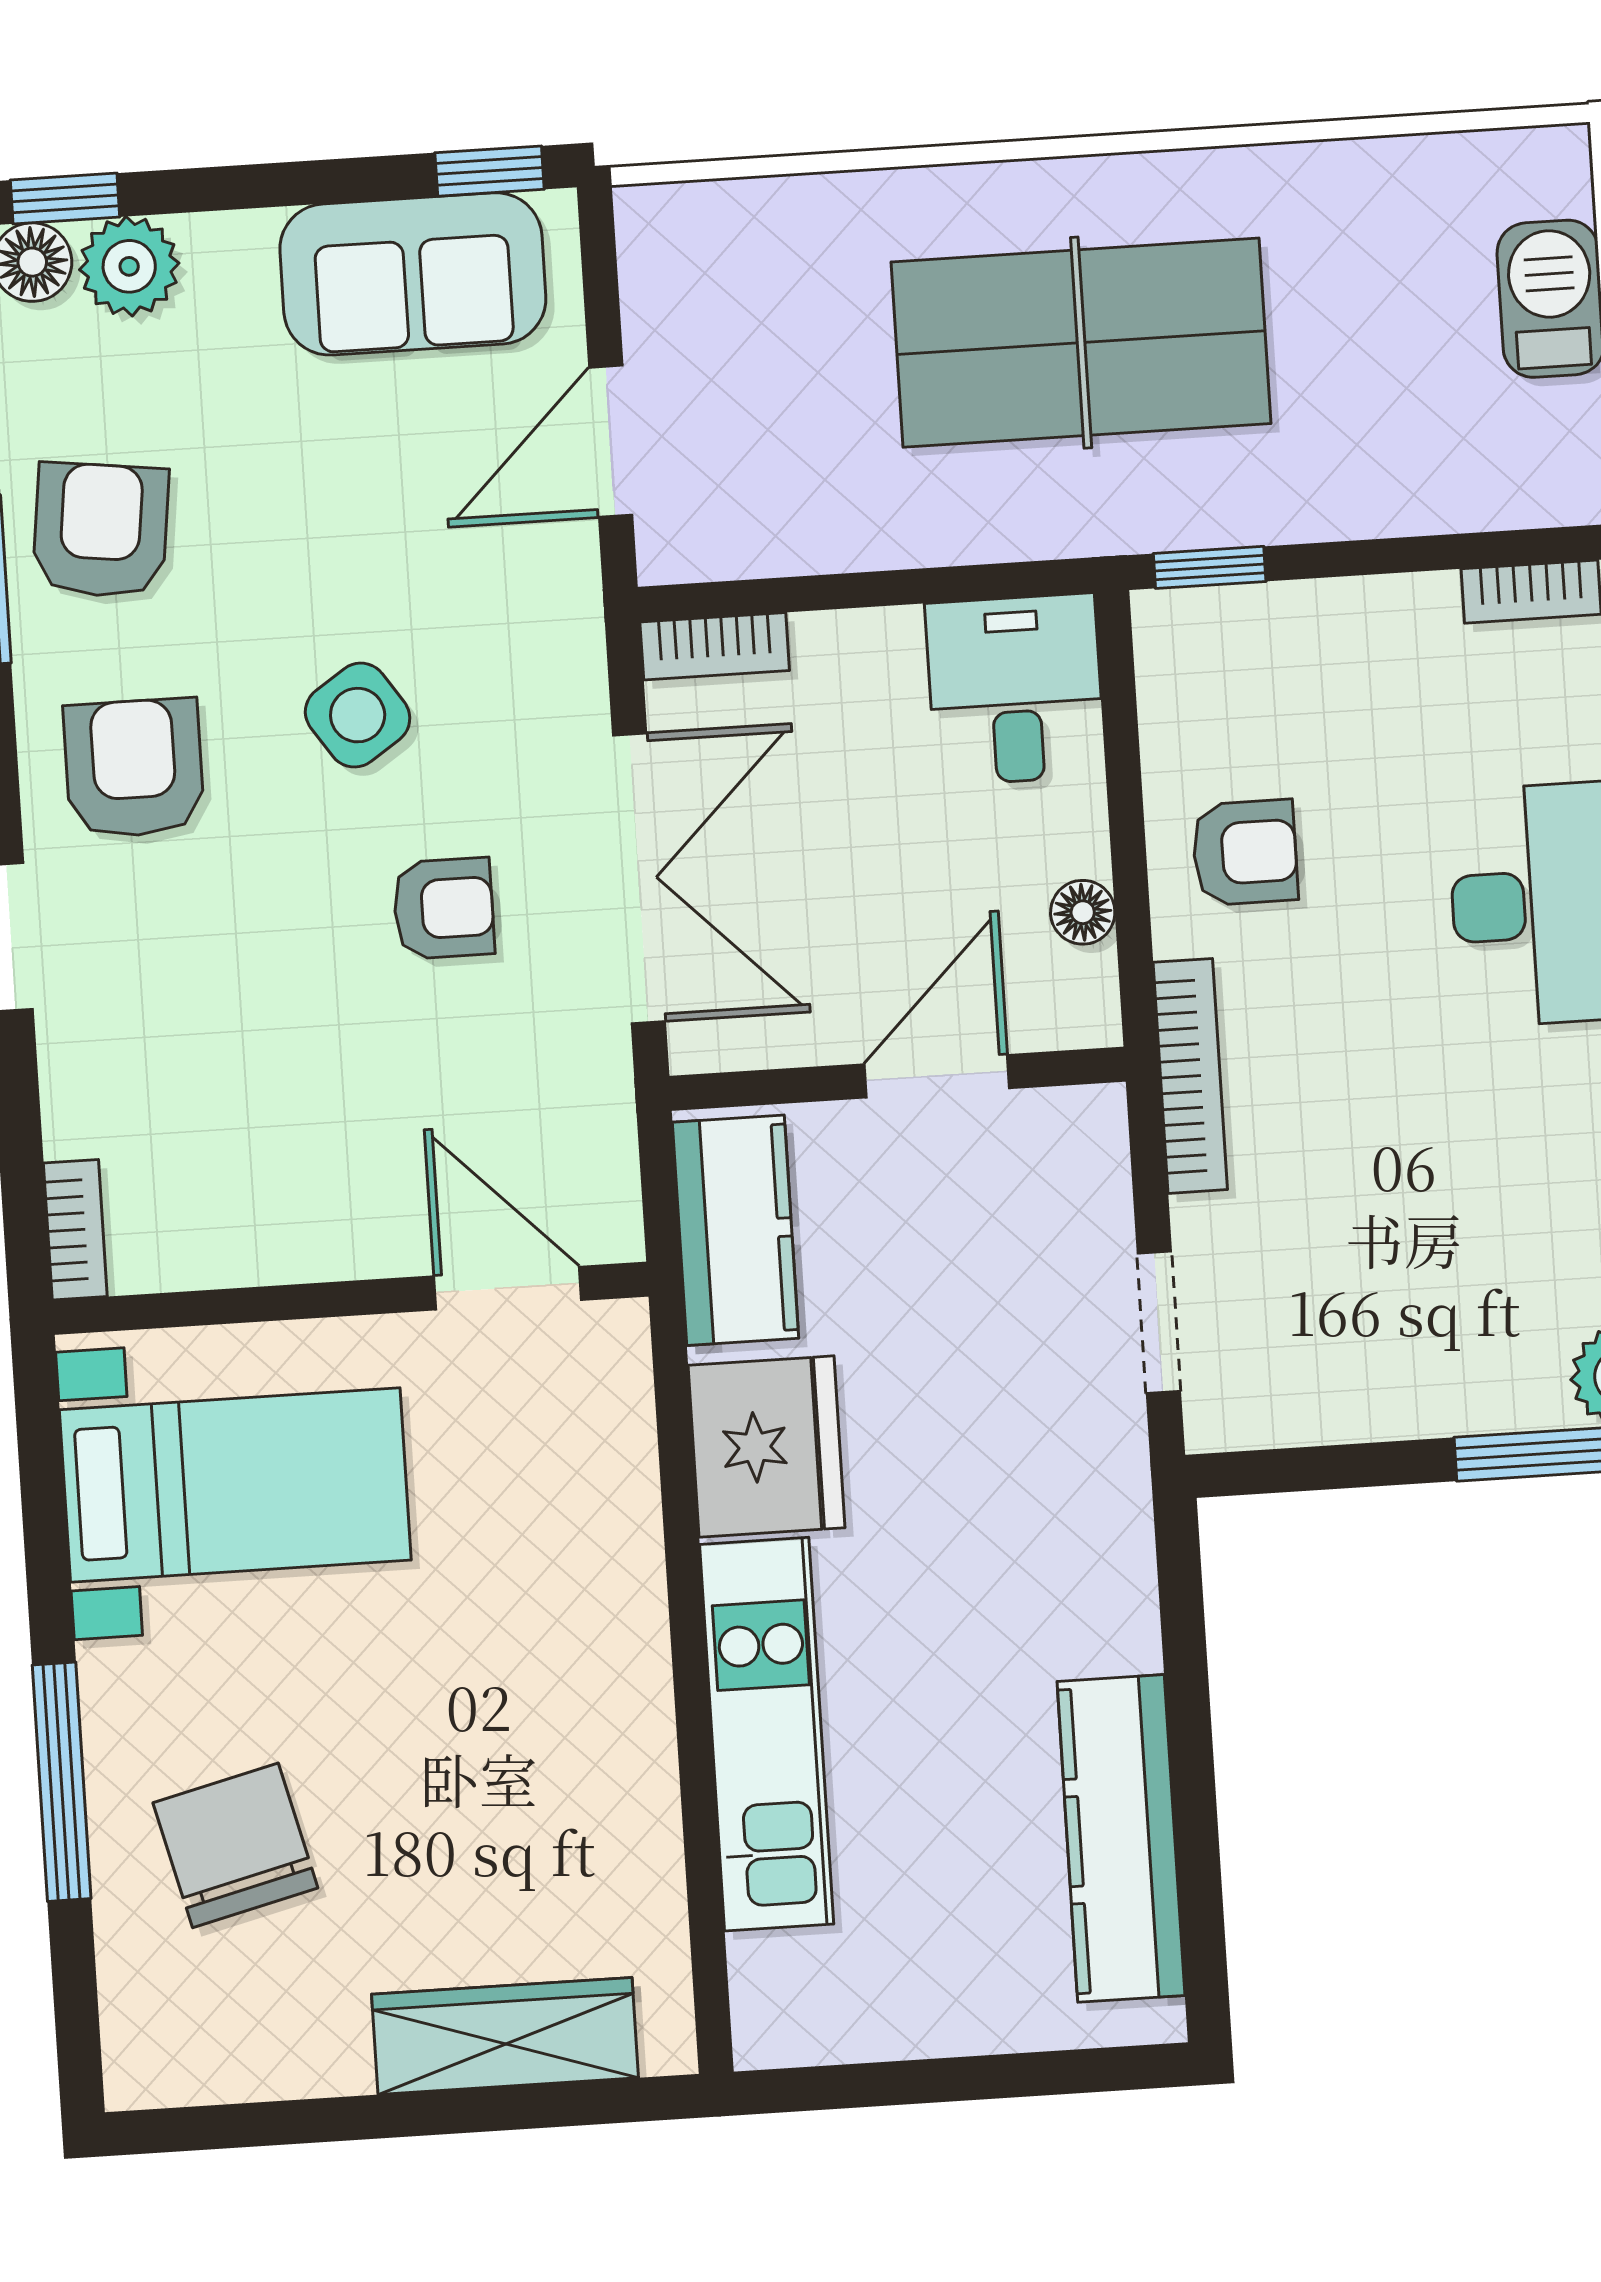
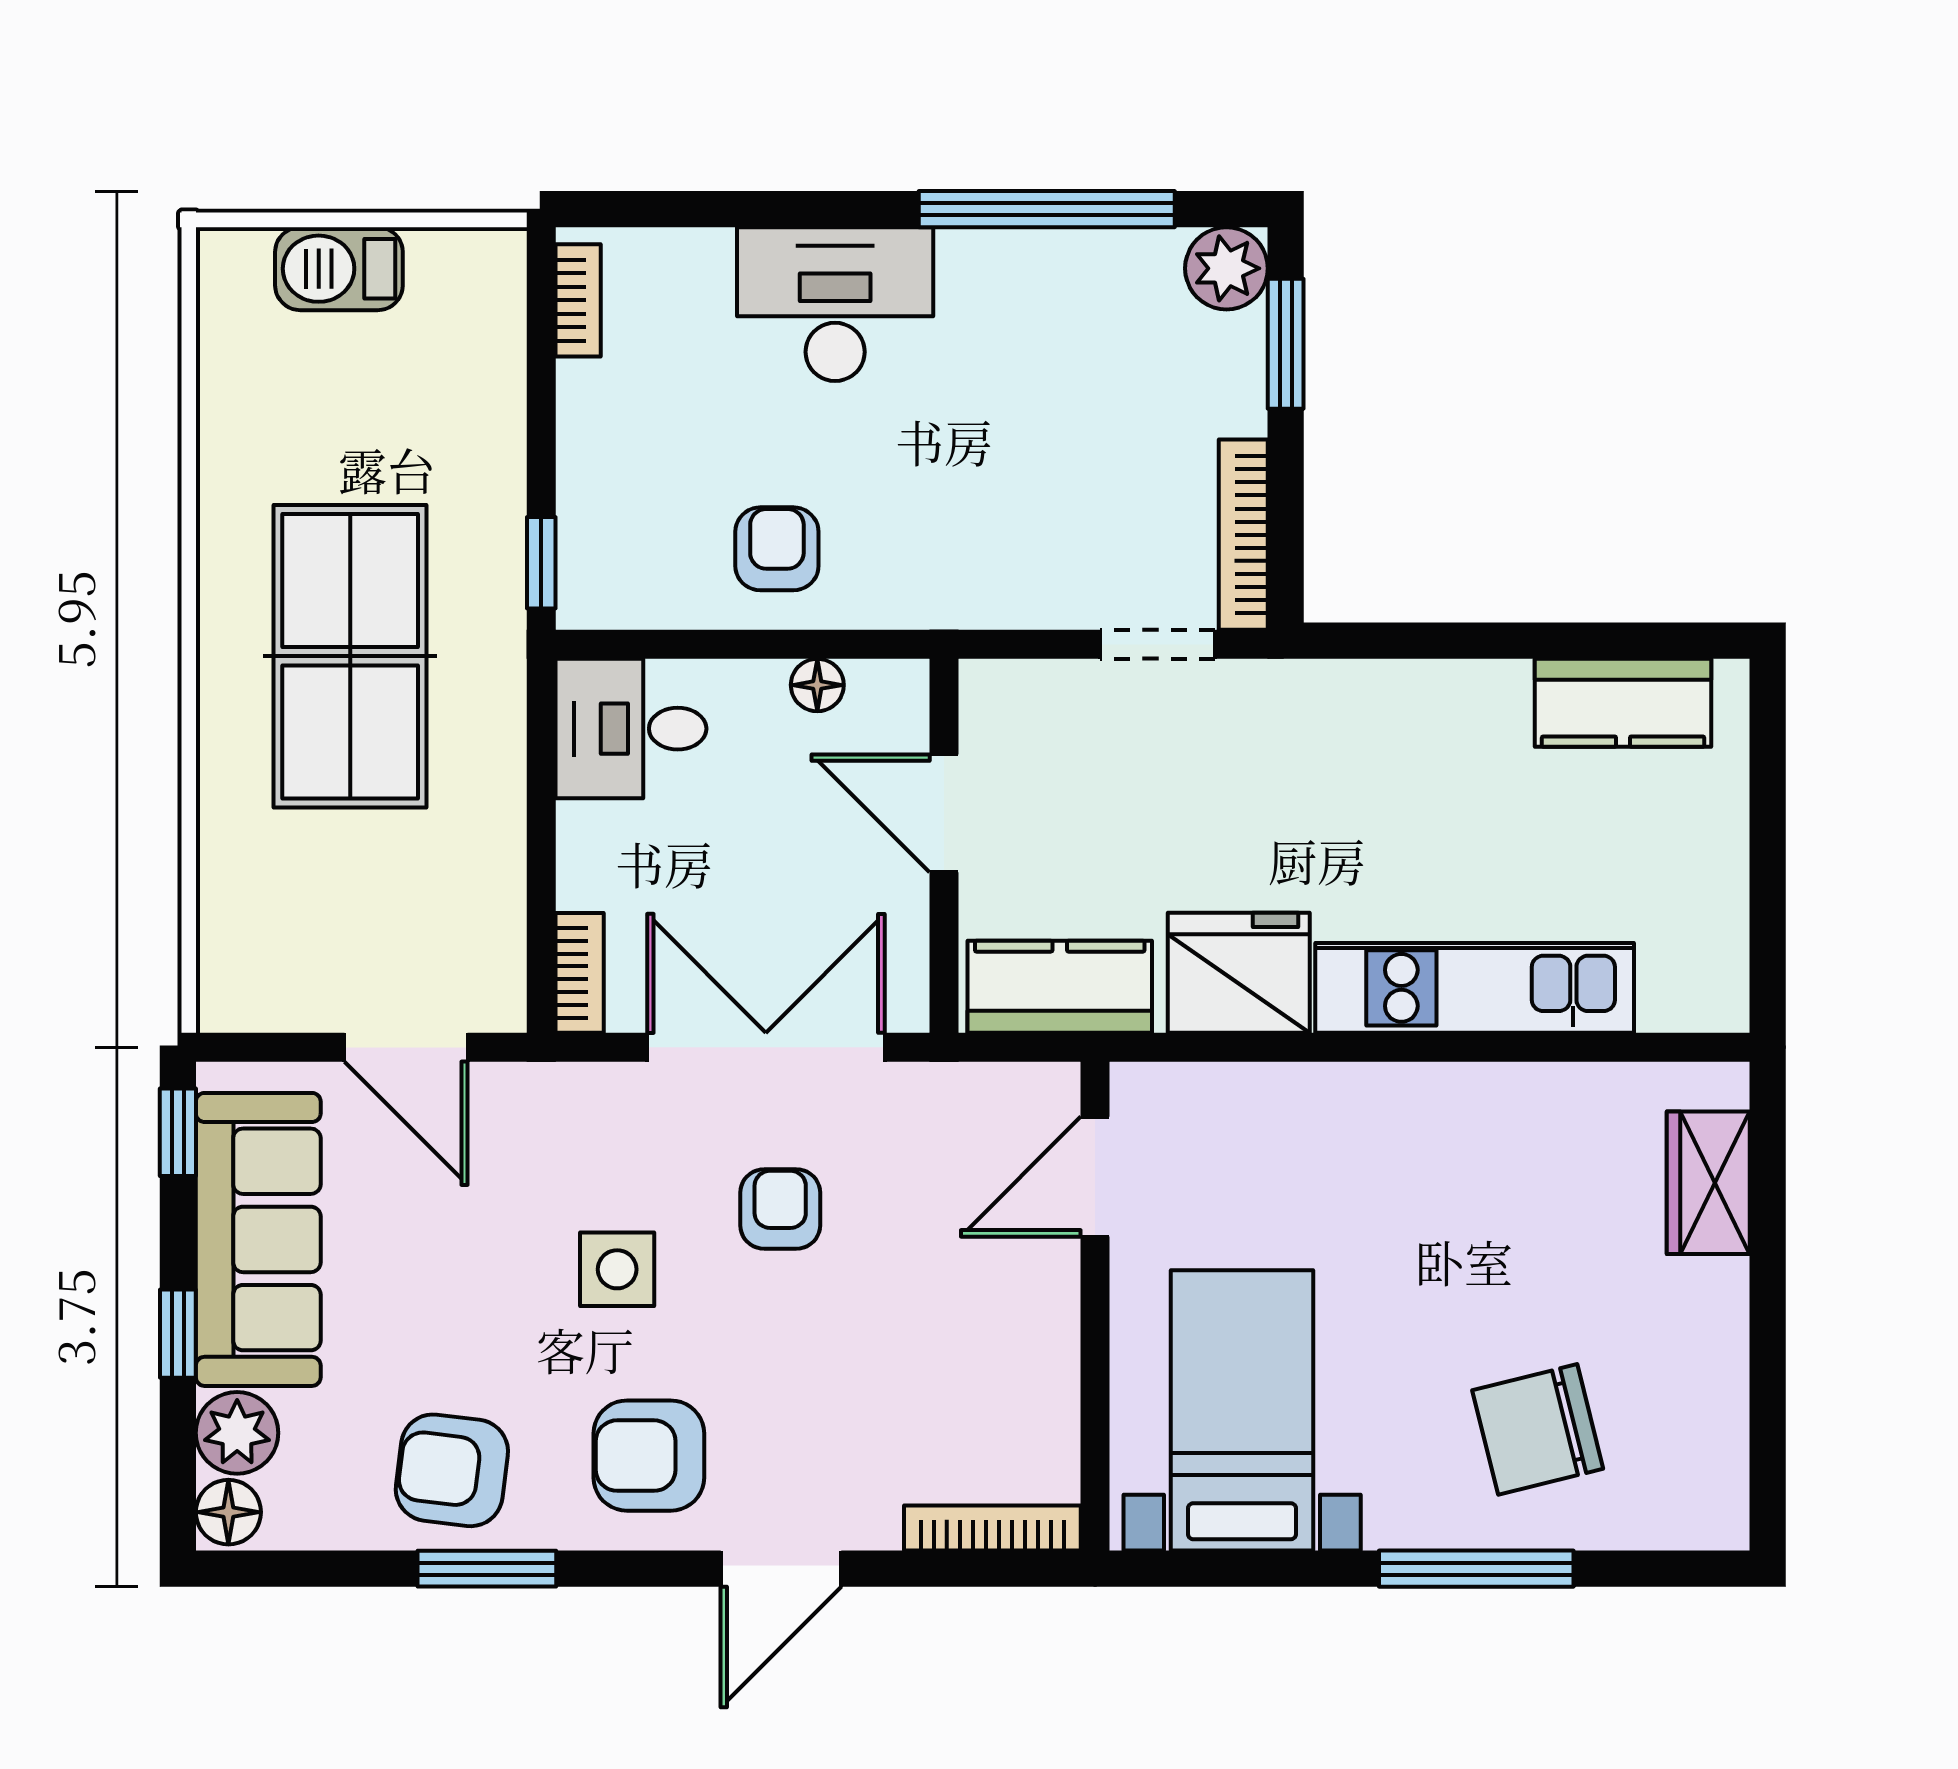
window: (65, 198) -> (178, 1334), moved
sofa: (413, 274) -> (258, 1239), width x1.36
side table: (358, 715) -> (617, 1269), turned 34
bookcase: (1190, 1076) -> (1243, 535), moved, turned -90
bookcase: (75, 1230) -> (992, 1528), width x1.56
kitchen counter: (1121, 1838) -> (1623, 703), width x0.67
wardrobe: (505, 2036) -> (1708, 1183), width x0.67

